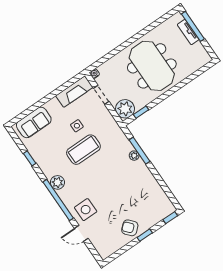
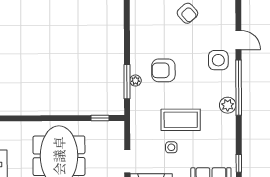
plant: (125, 109) -> (113, 132), removed
window: (30, 158) -> (239, 163), moved
armchair: (119, 176) -> (163, 70), added

